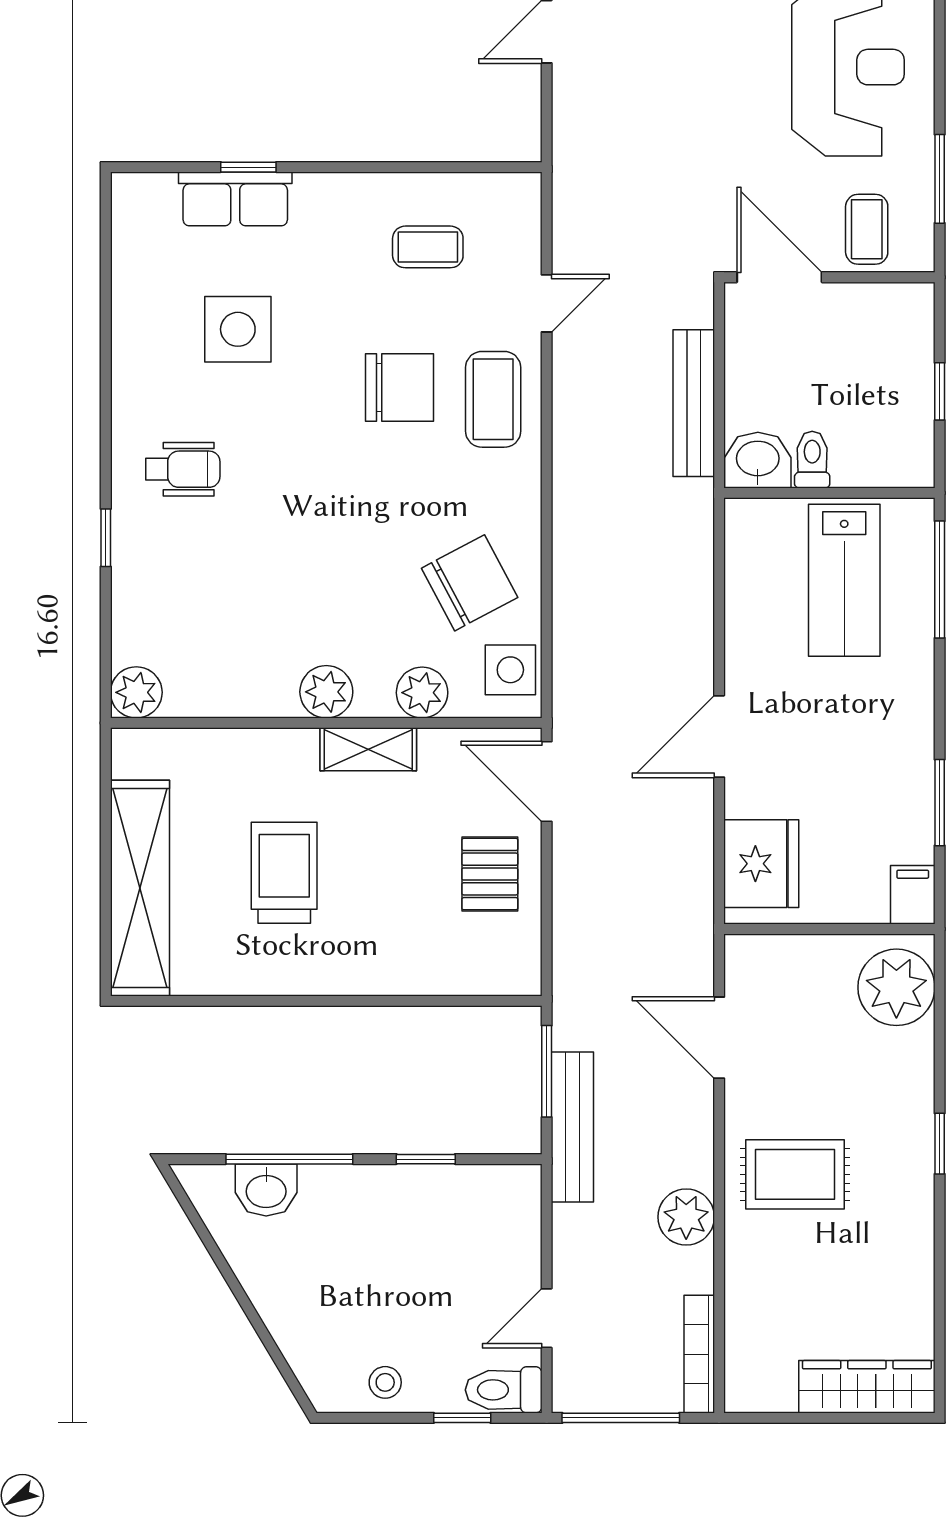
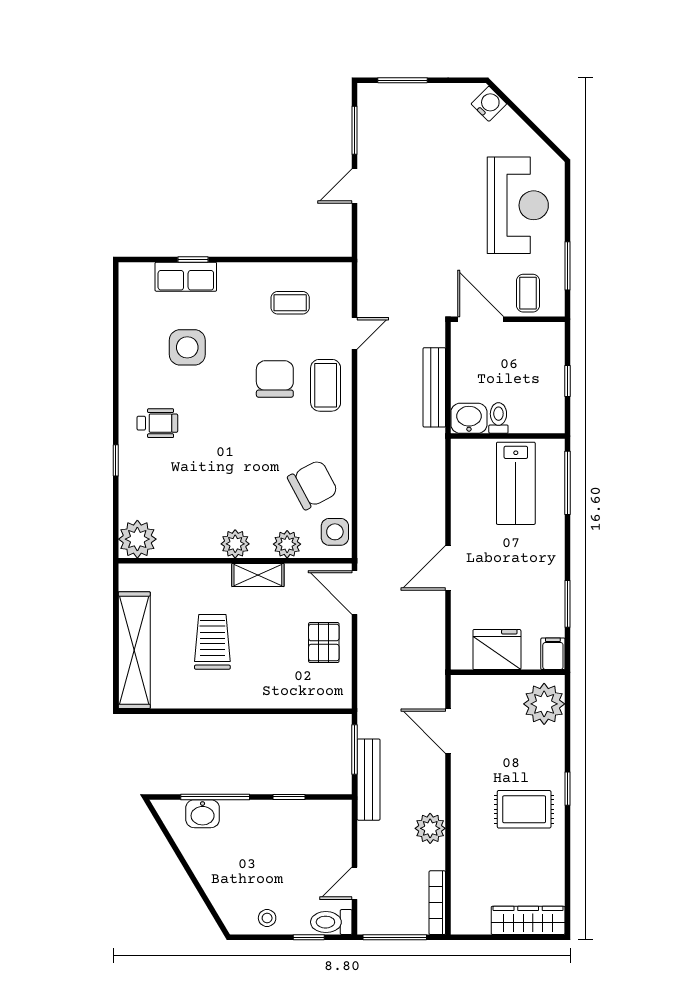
chair: (400, 388) -> (275, 379), turned -90
plant: (136, 692) -> (137, 539), width x1.36, depth x1.36
fridge: (761, 864) -> (497, 650), moved, turned -90
rug: (795, 1174) -> (524, 809), moved

